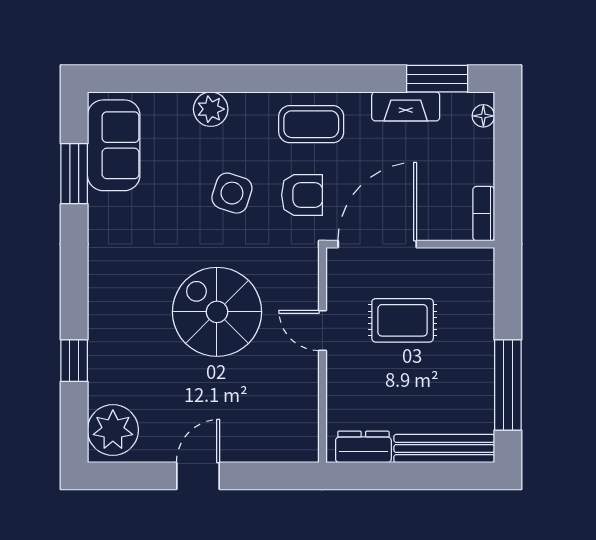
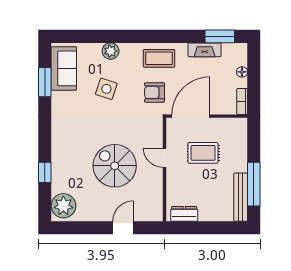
floor lamp: (483, 116) -> (242, 72), moved
side table: (232, 193) -> (106, 89), moved
armchair: (302, 195) -> (155, 92), turned 180
spiral stairs: (217, 312) -> (115, 166), moved
bench: (444, 449) -> (241, 197), moved, turned 90
door: (198, 476) -> (123, 228), moved

